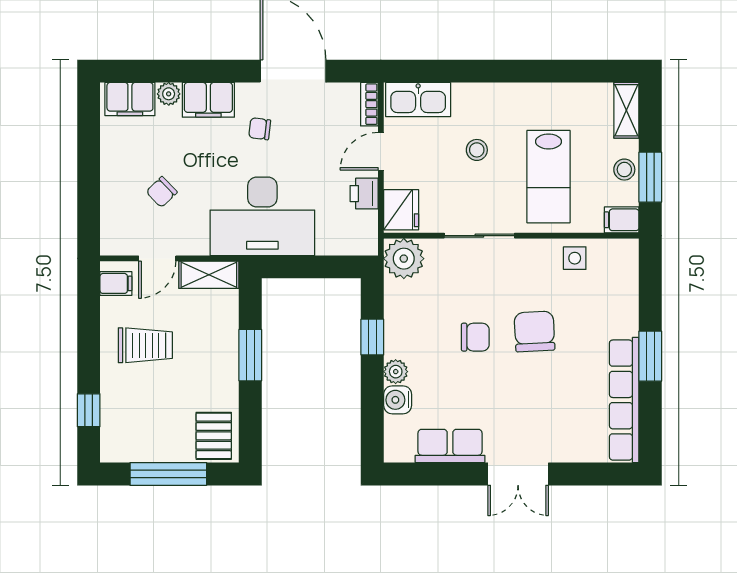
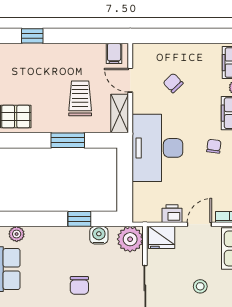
door: (381, 151) -> (199, 224), hinge flipped
trolley: (145, 345) -> (80, 98), moved, turned 180
plant: (396, 372) -> (17, 234), moved
water cooler: (398, 400) -> (99, 235), moved

